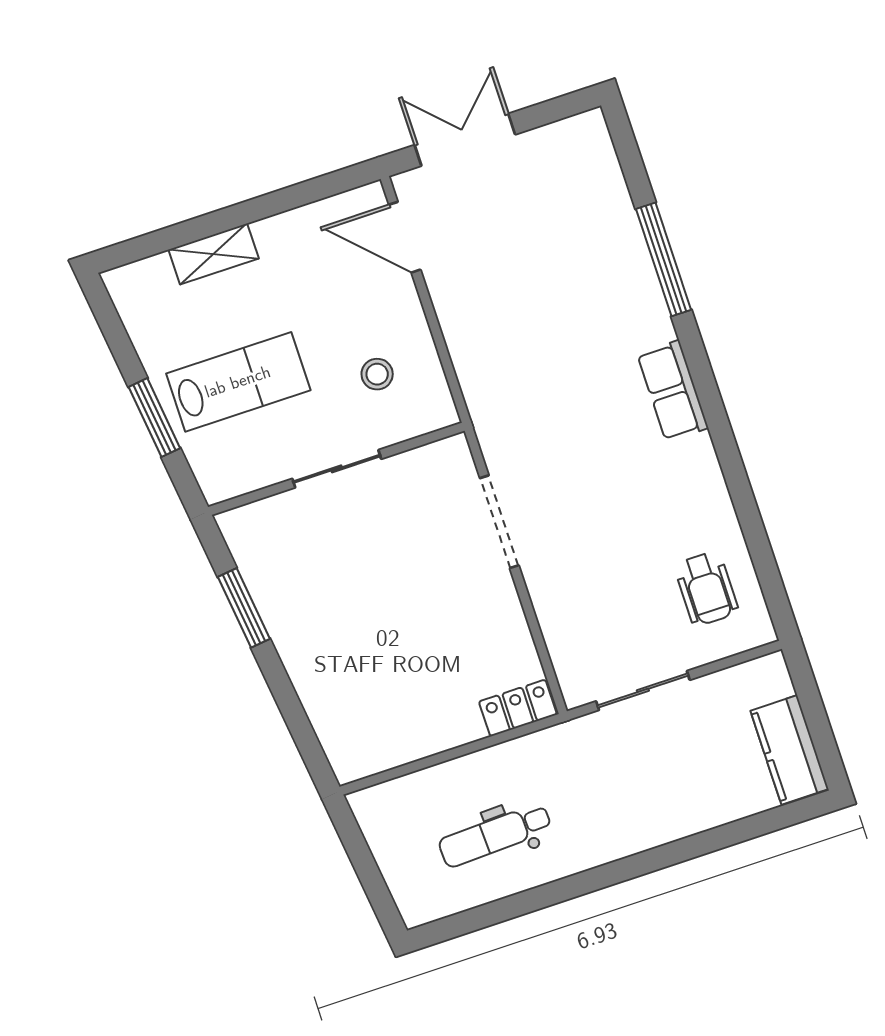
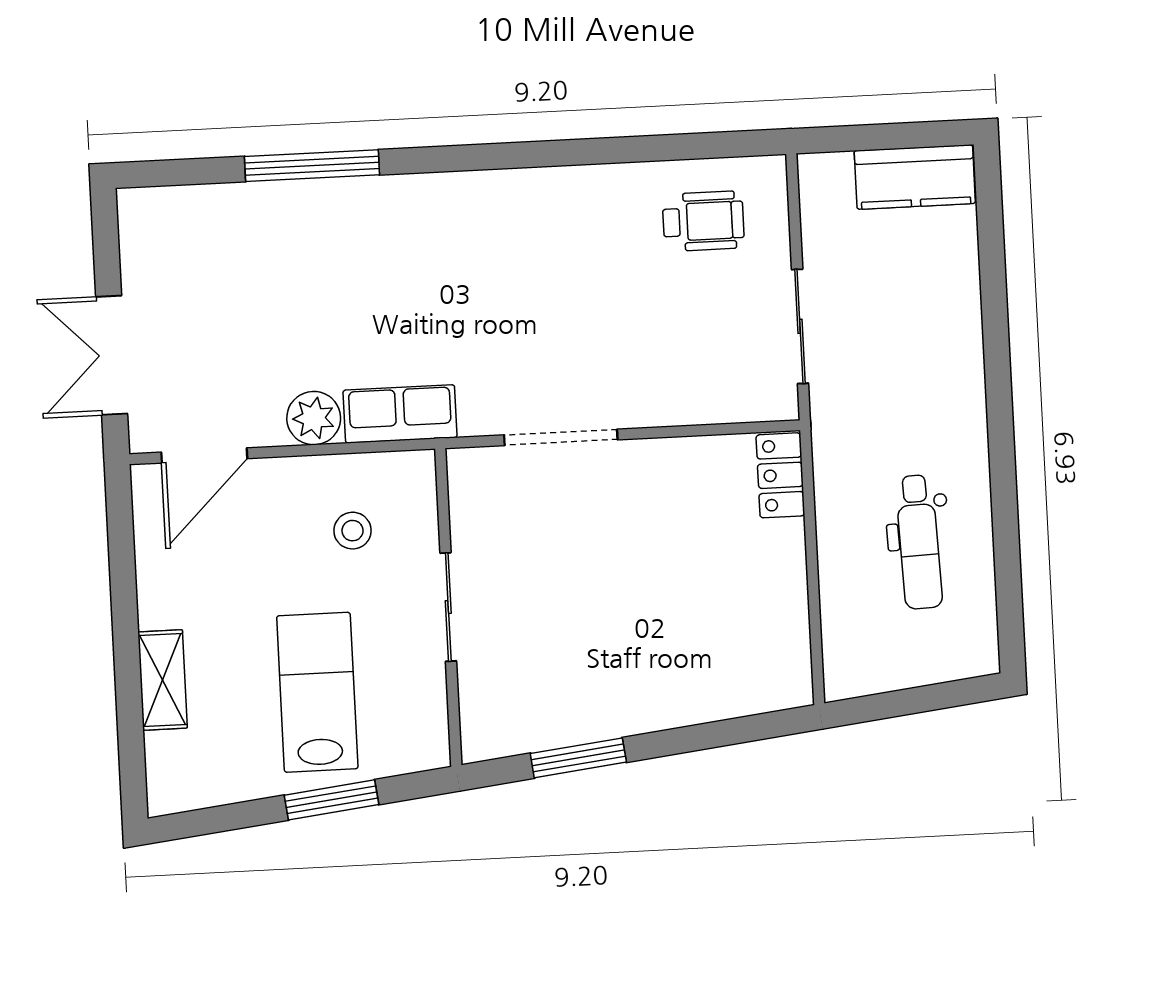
plant: (459, 317) -> (314, 418), added
row of seats: (673, 391) -> (400, 414), moved, turned 180

